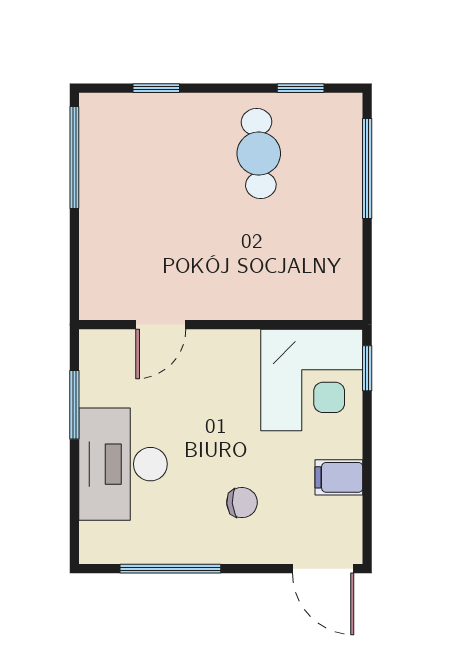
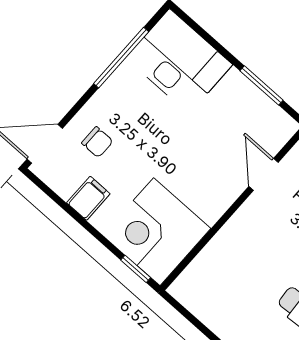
desk: (123, 464) -> (179, 61), moved
chair: (242, 503) -> (97, 142), moved, turned -86

